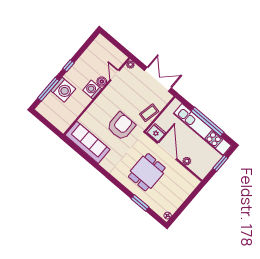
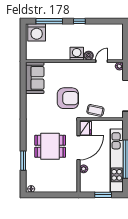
washing machine: (63, 90) -> (37, 32), moved
sofa: (88, 142) -> (35, 78), width x0.73

